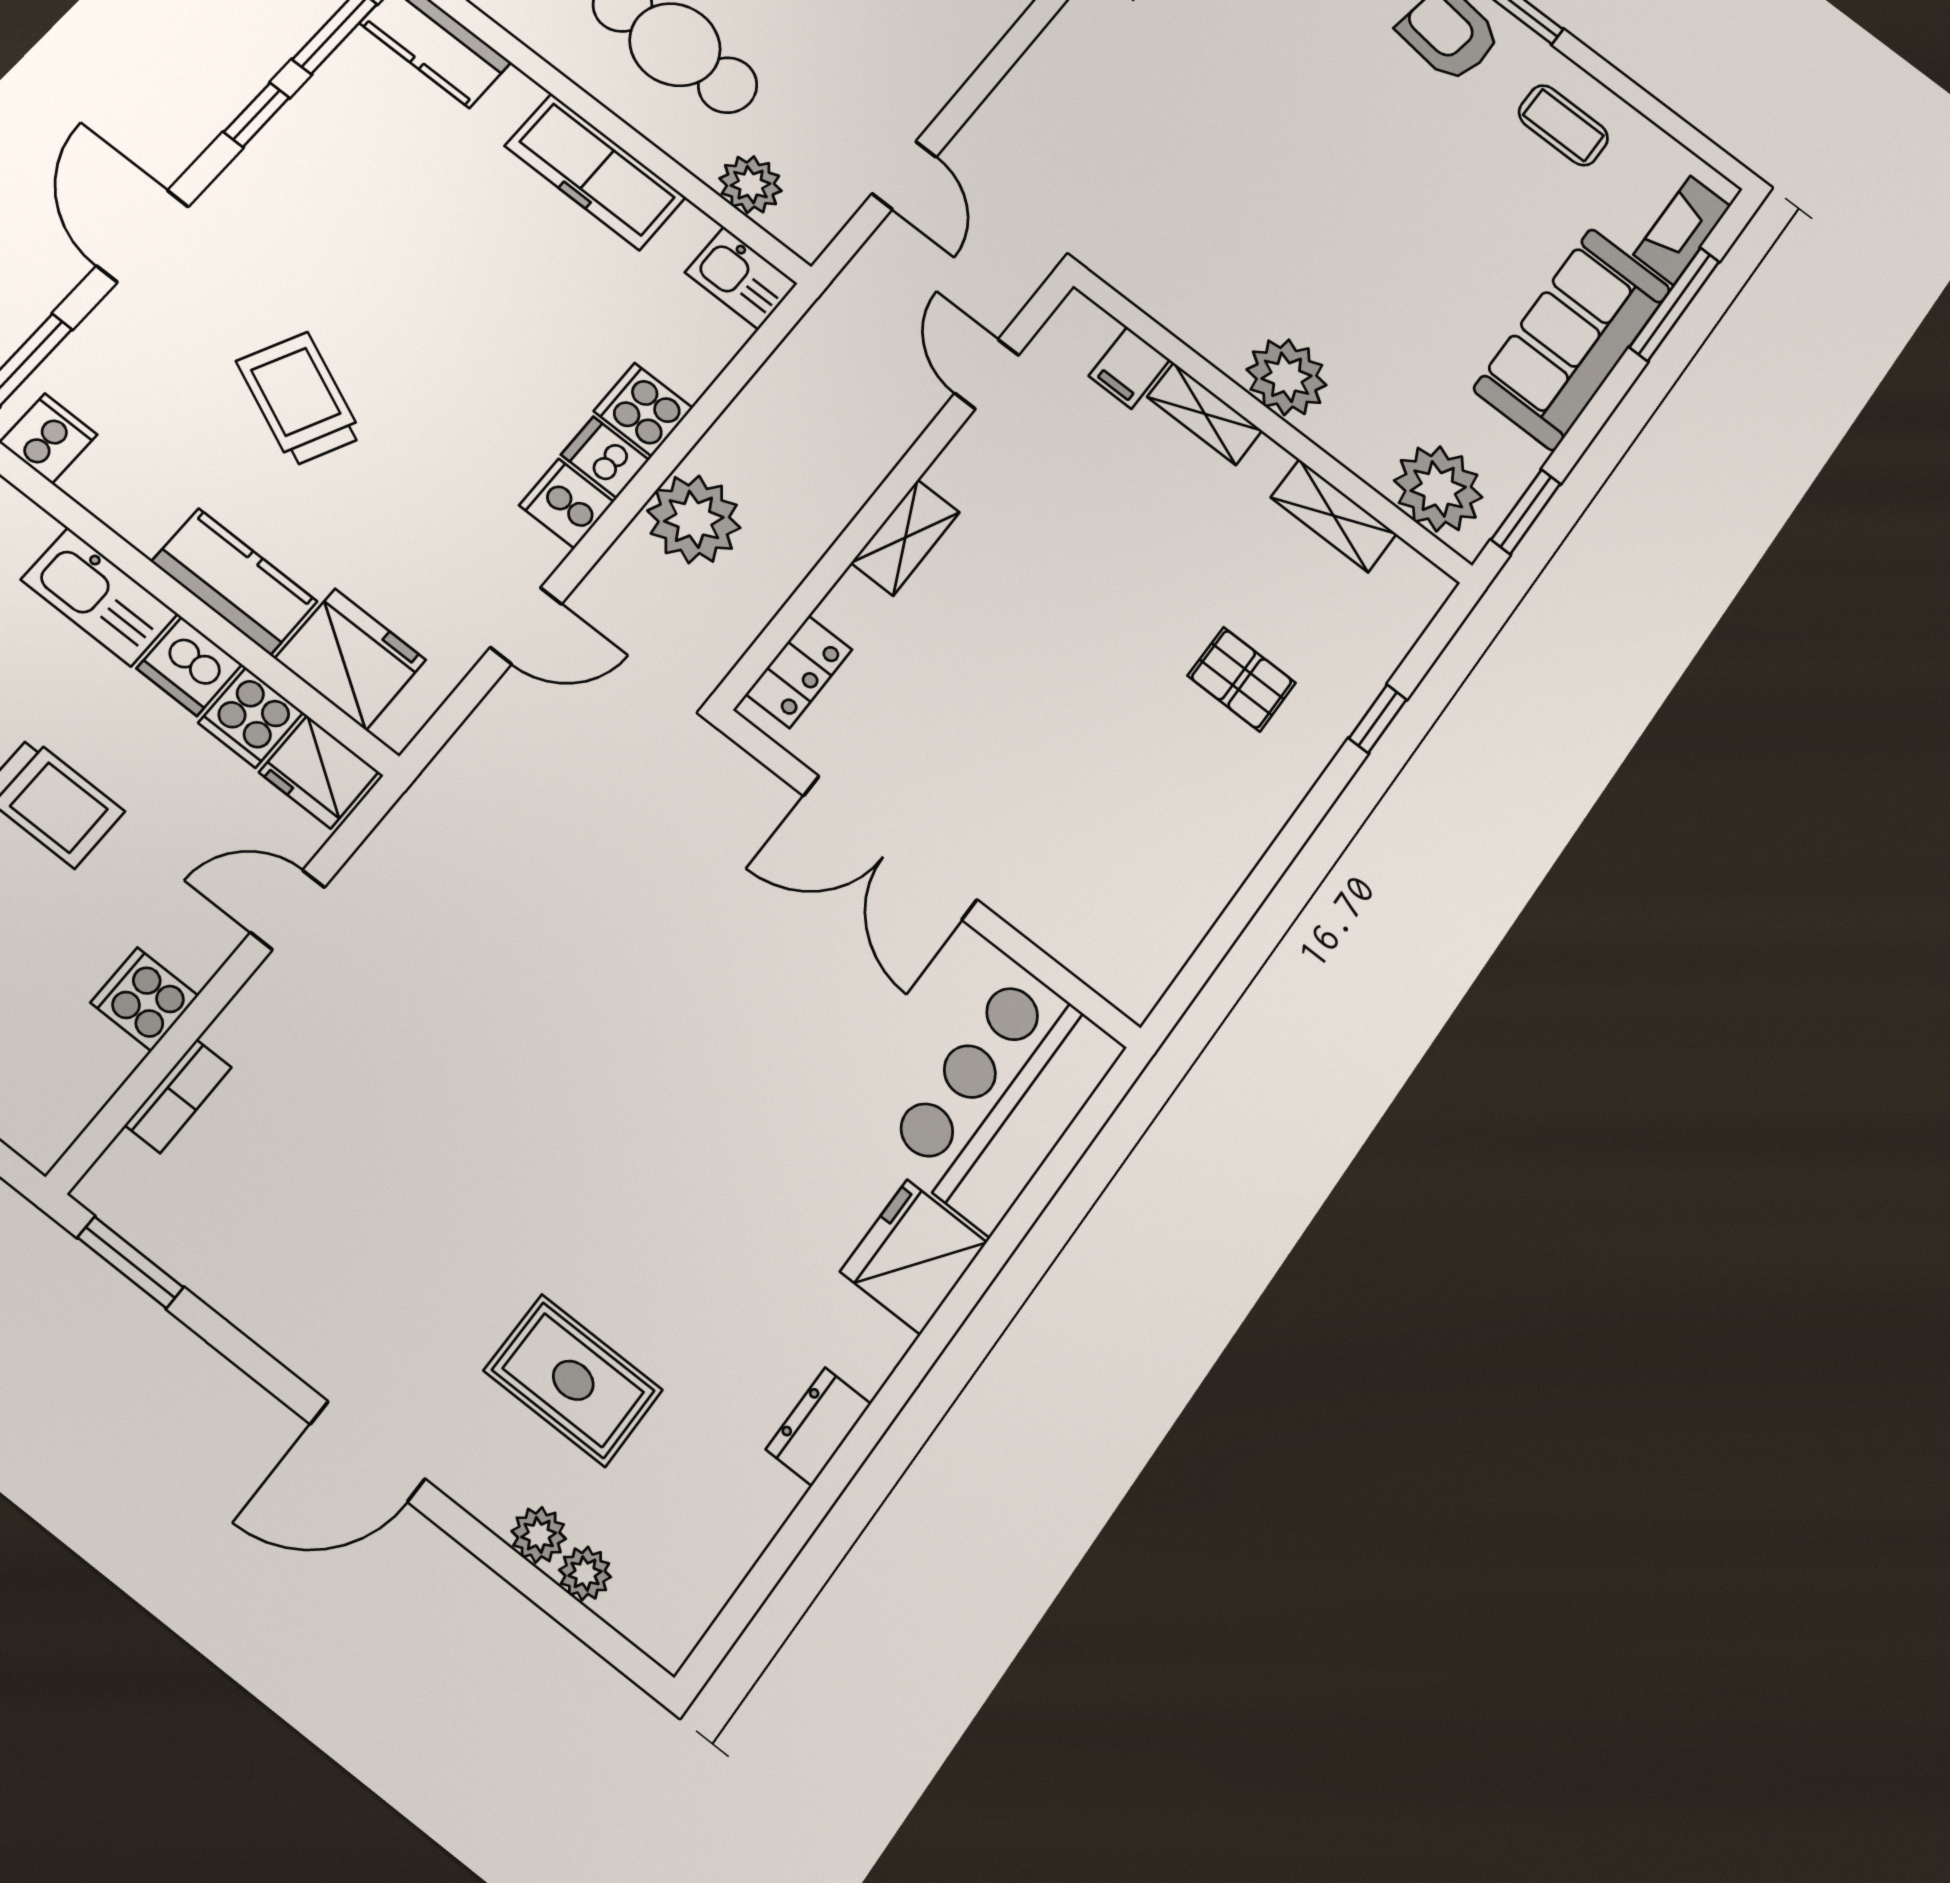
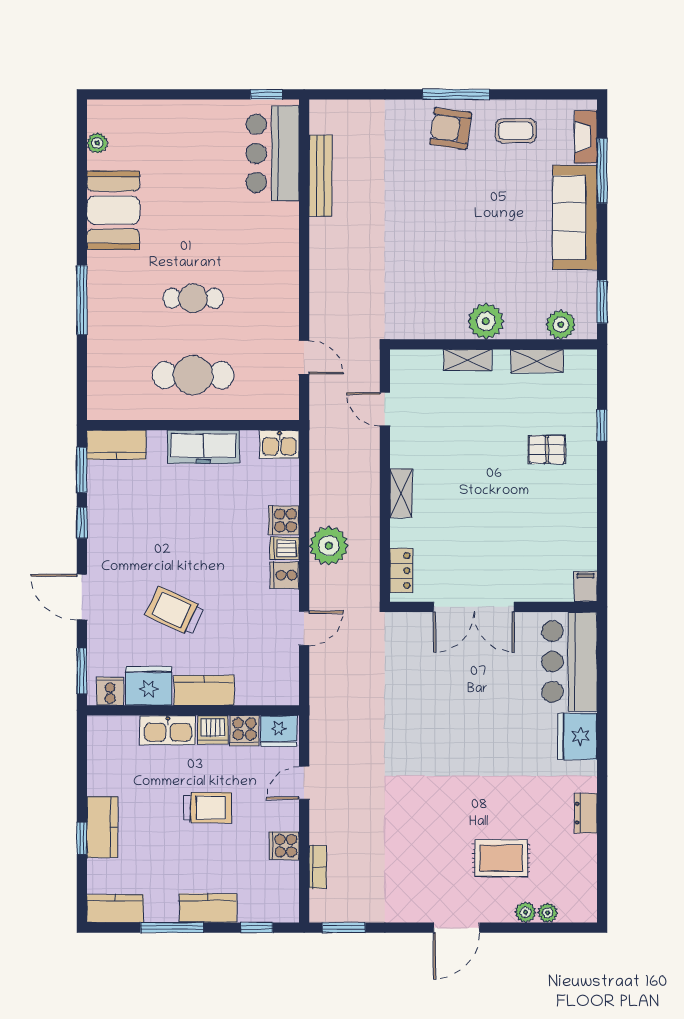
plant: (750, 185) -> (257, 406), removed
filing cabinet: (1129, 368) -> (586, 587), moved, turned 180
plant: (1438, 489) -> (561, 325), width x0.73, depth x0.73
fridge: (350, 659) -> (149, 686), moved

